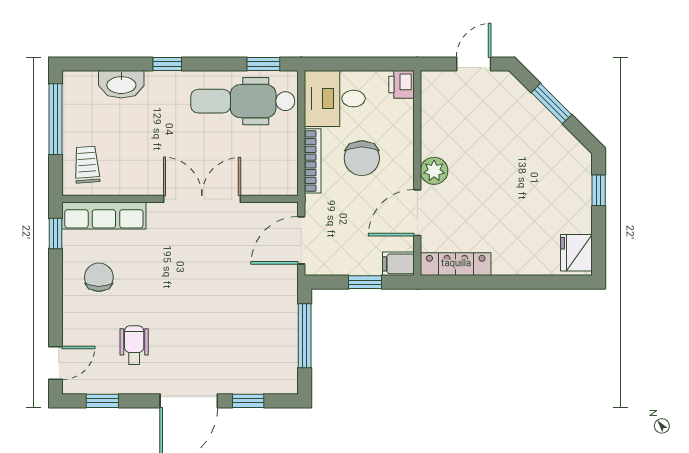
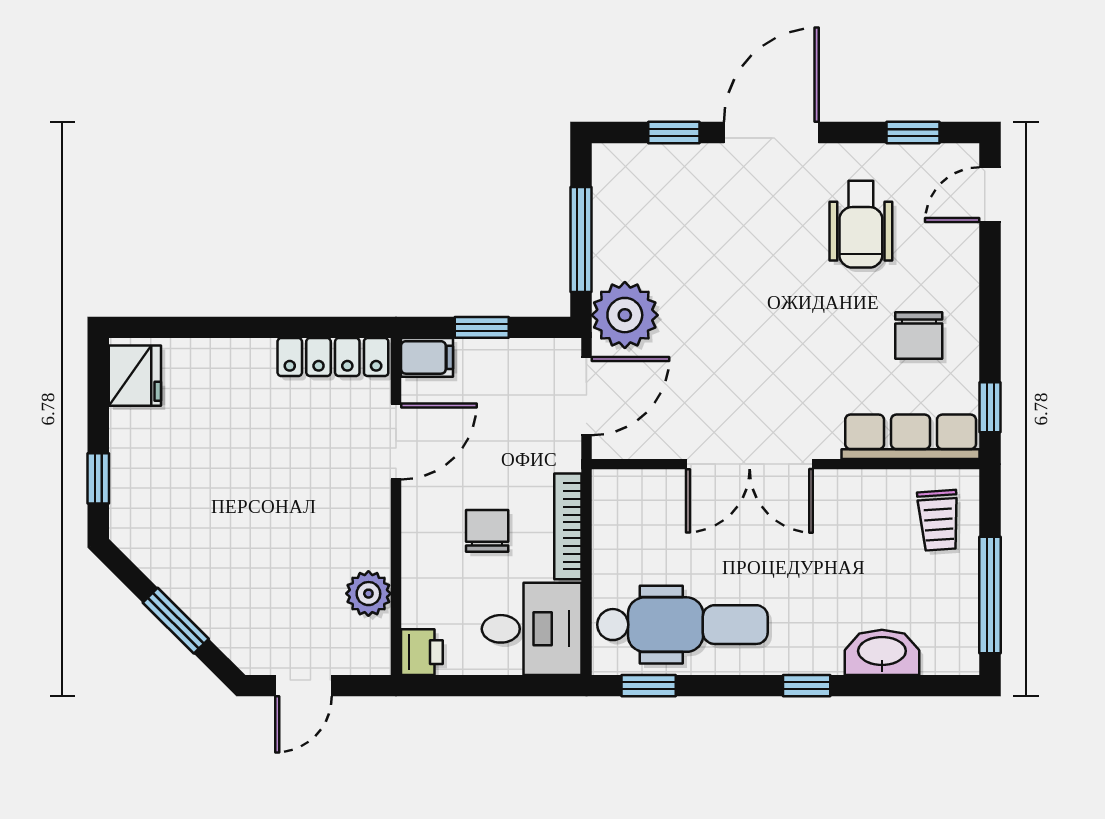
chair: (362, 158) -> (487, 531), width x0.73, depth x0.73
plant: (434, 171) -> (368, 594), moved
plant: (278, 290) -> (625, 315), added
wheelchair: (134, 345) -> (861, 224), width x1.36, depth x1.37

